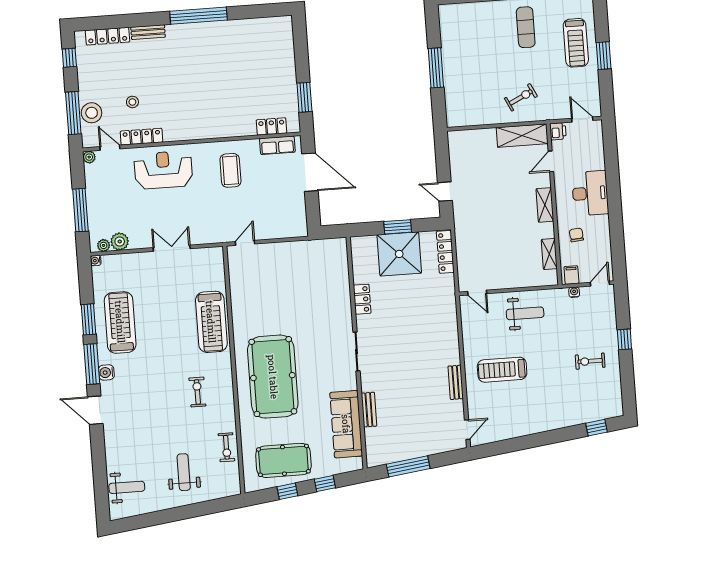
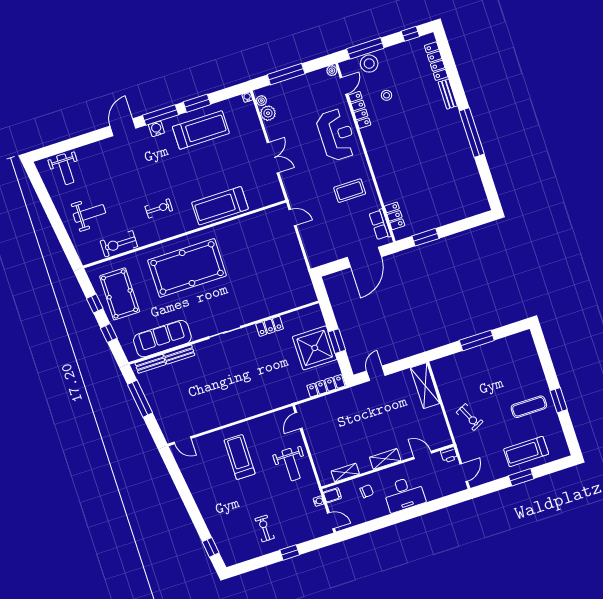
shelving: (522, 136) -> (425, 386), moved
bench: (456, 382) -> (150, 364), moved
exercise bike: (226, 447) -> (119, 244), width x1.38, depth x1.39

